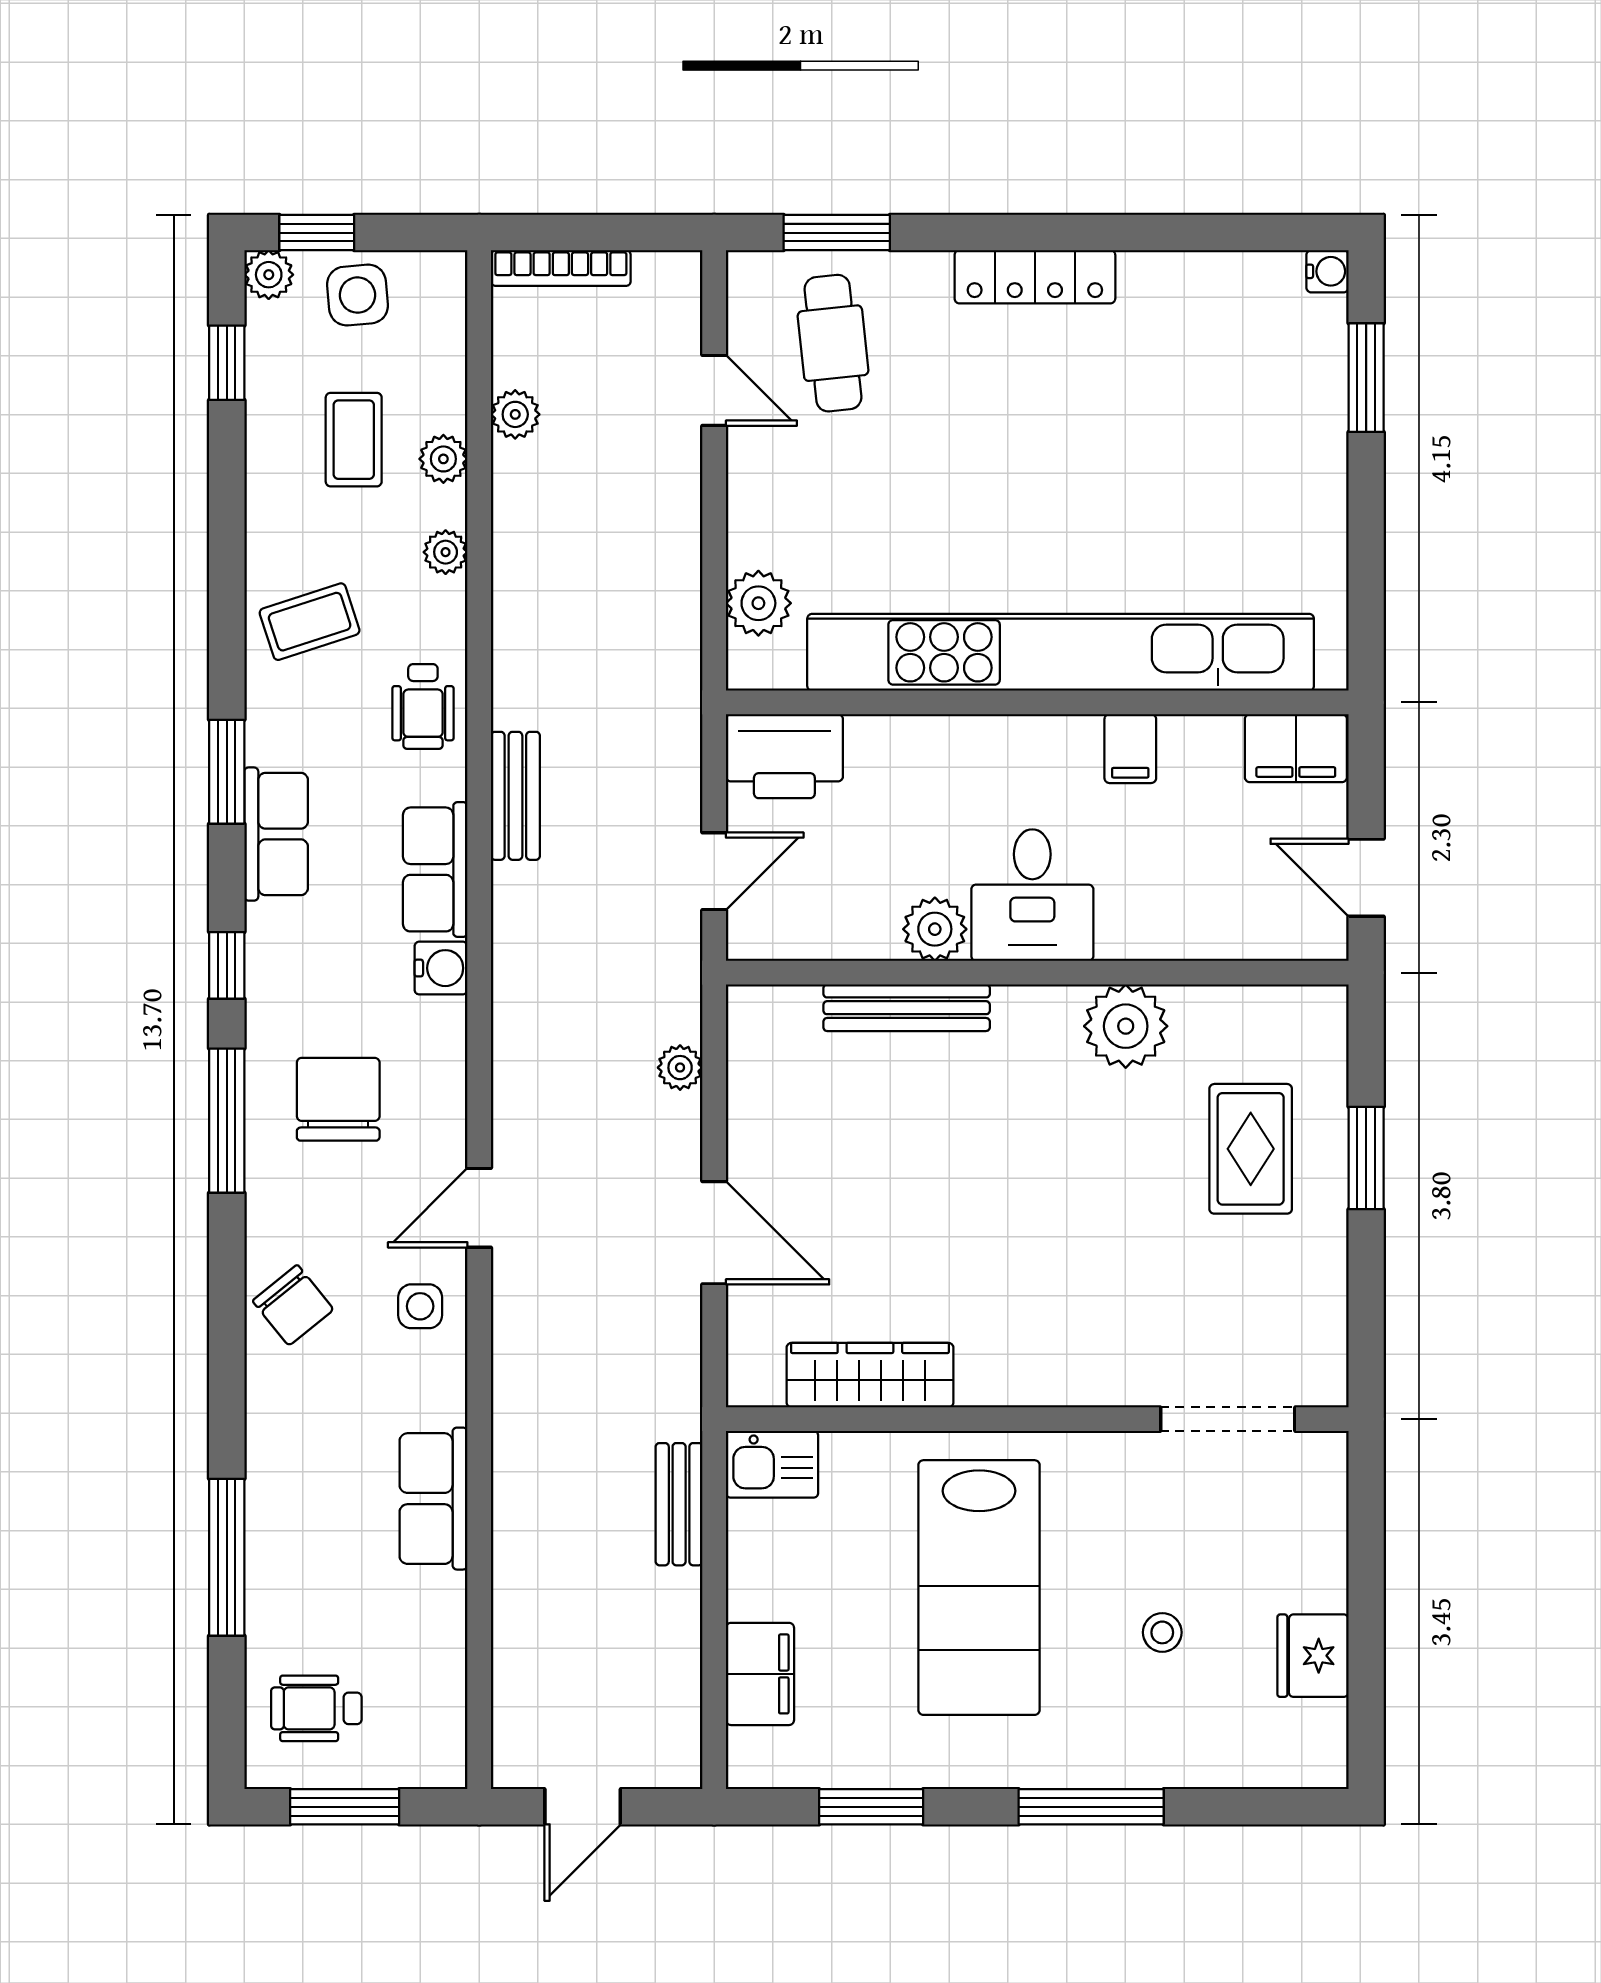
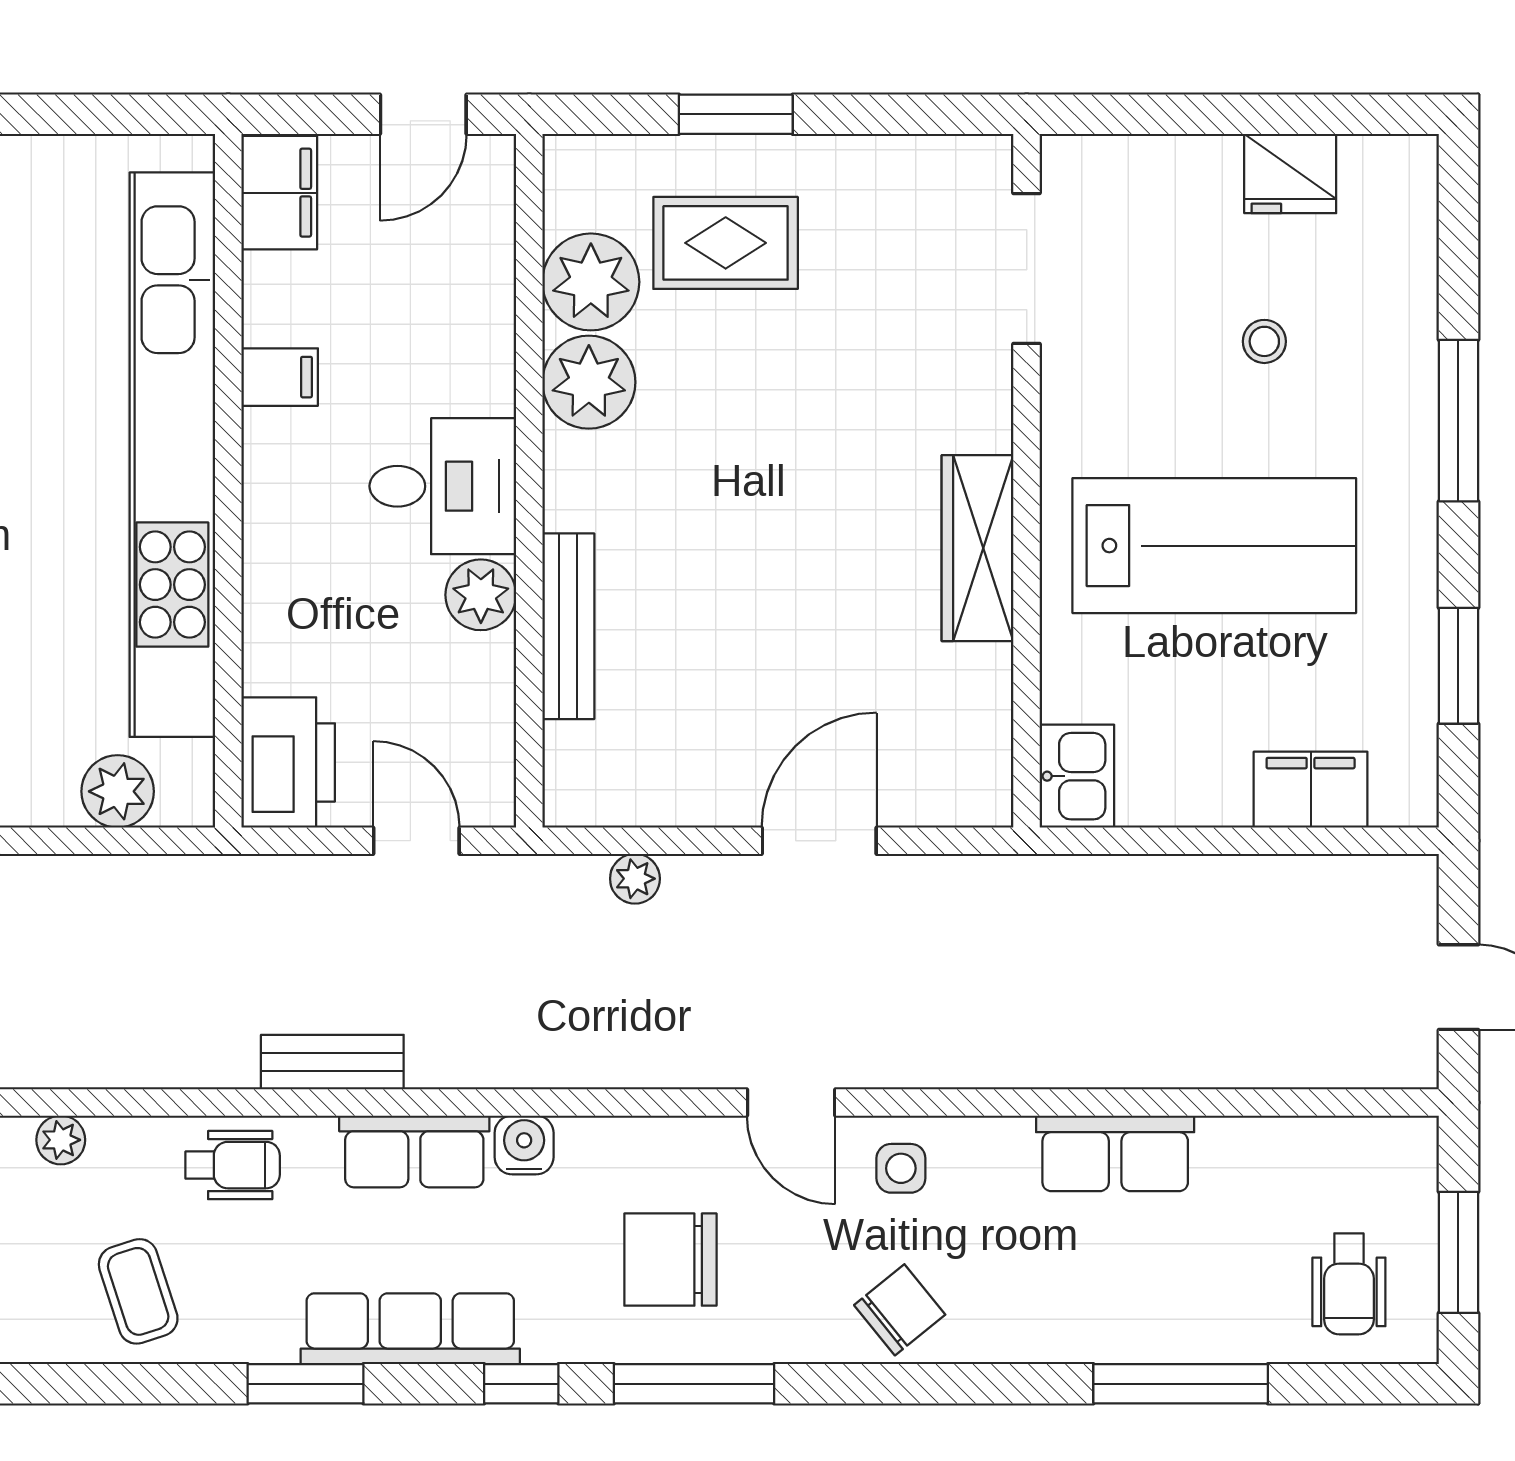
row of seats: (276, 834) -> (410, 1329), width x1.48
plant: (1216, 1028) -> (591, 282), added
wardrobe: (870, 1375) -> (978, 548), moved
bench: (679, 1504) -> (1121, 880), removed

